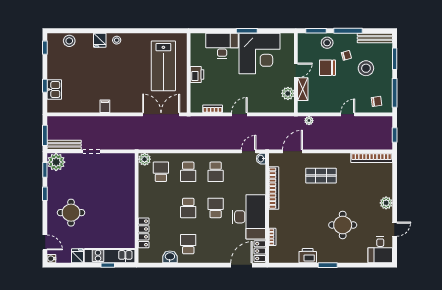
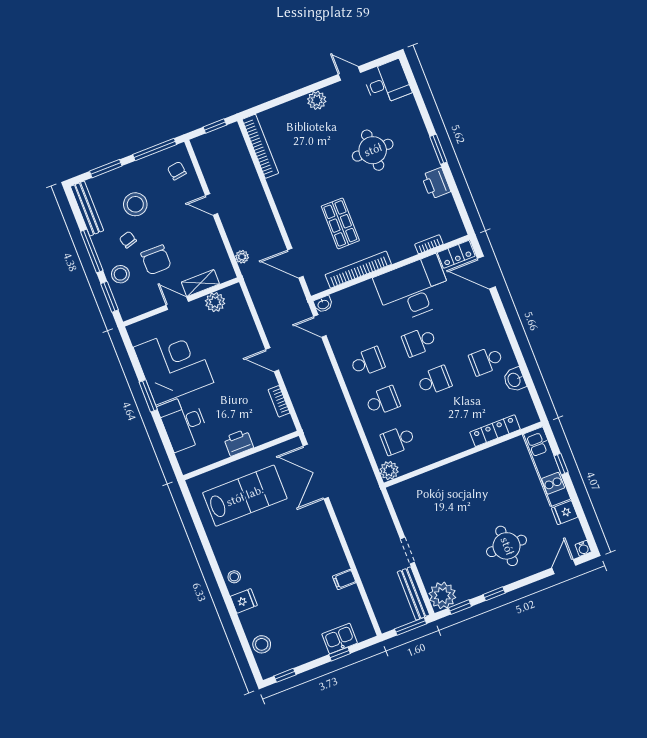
filing cabinet: (105, 106) -> (344, 579), moved
shop shelf: (321, 176) -> (340, 223), moved

